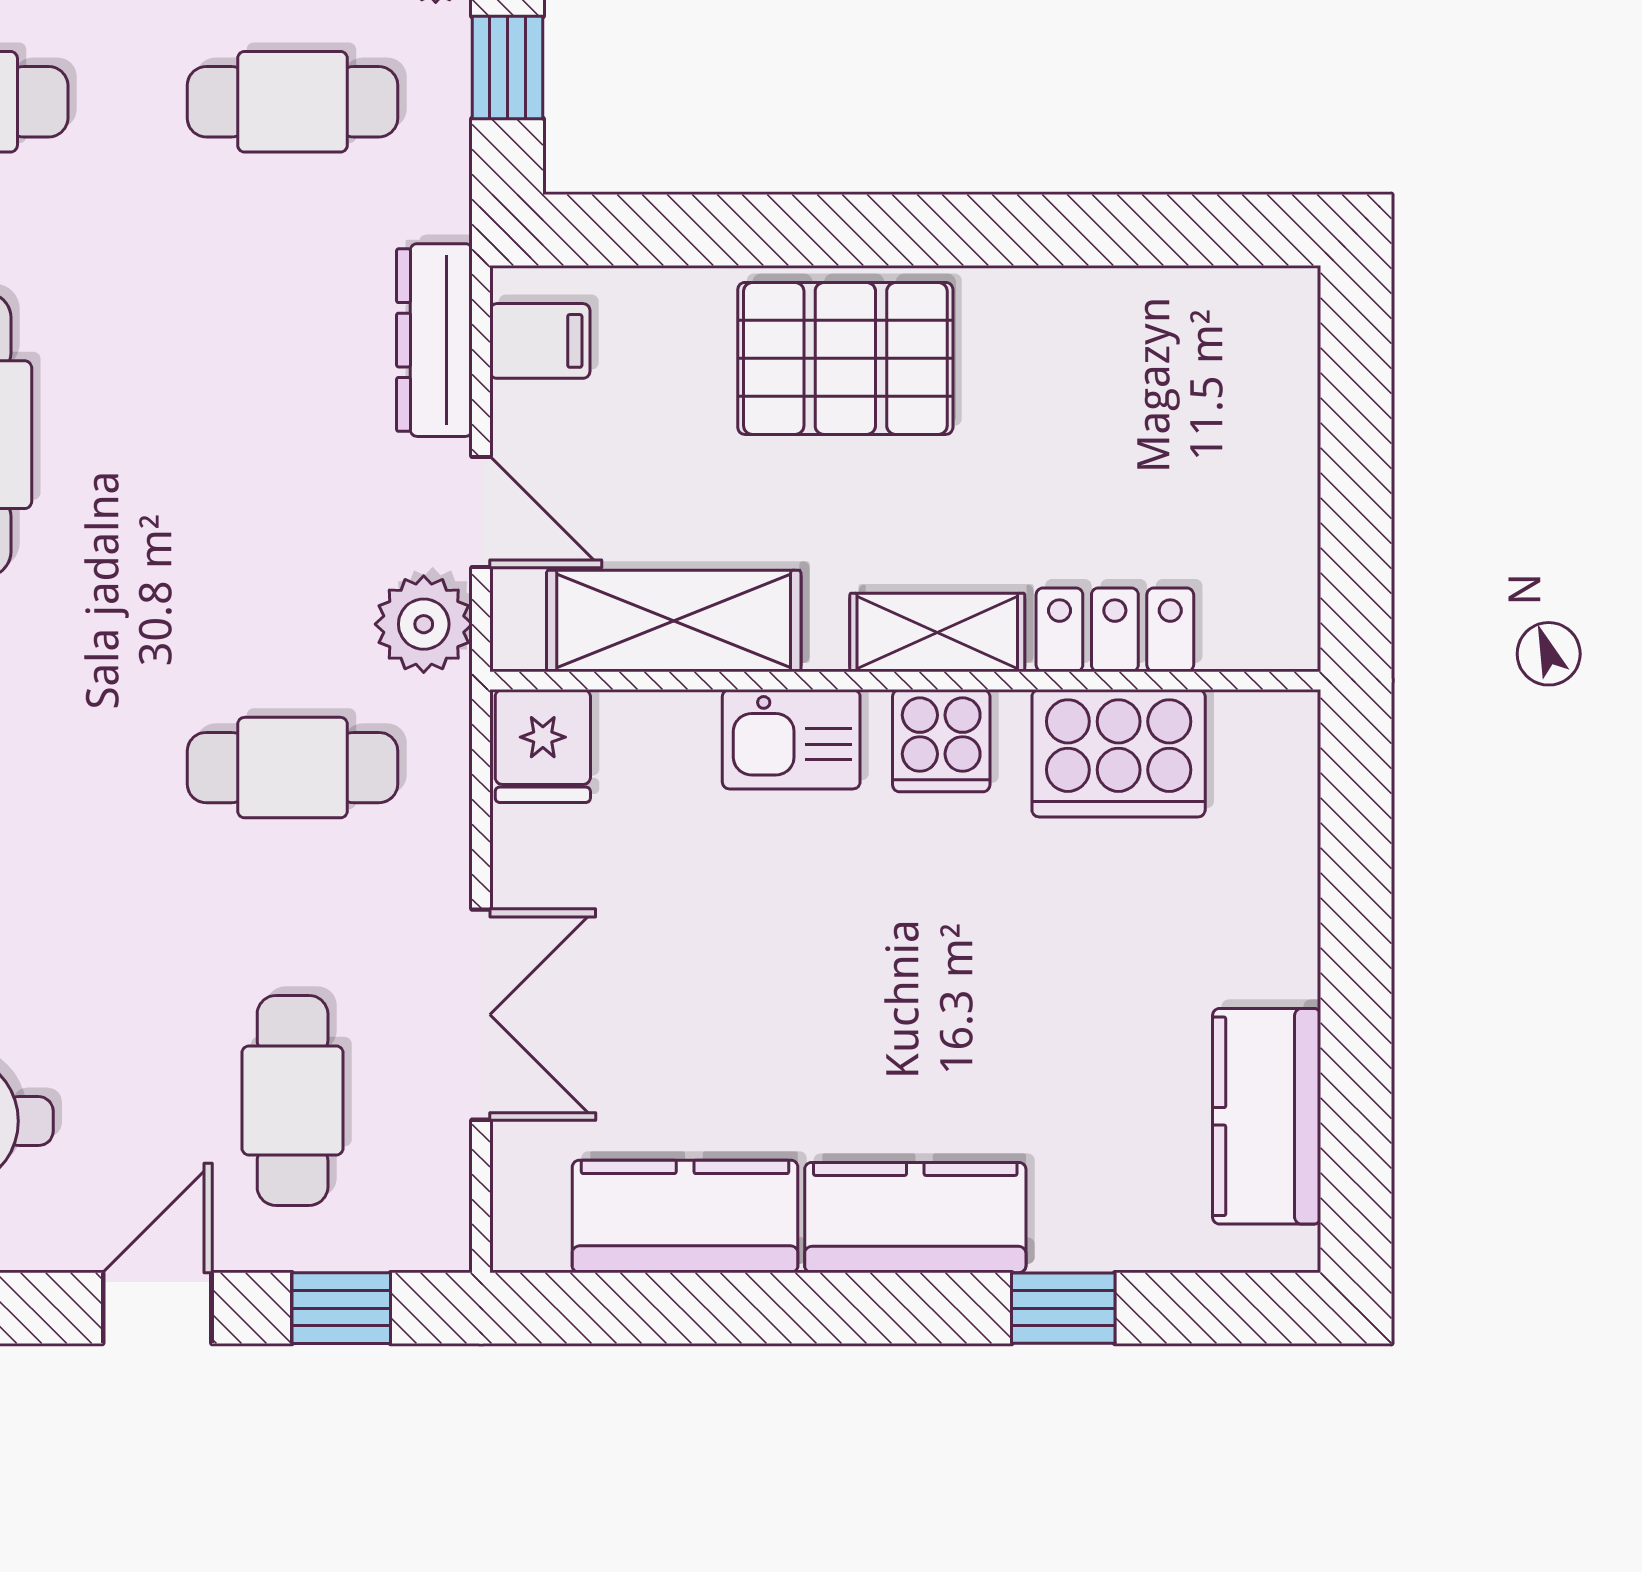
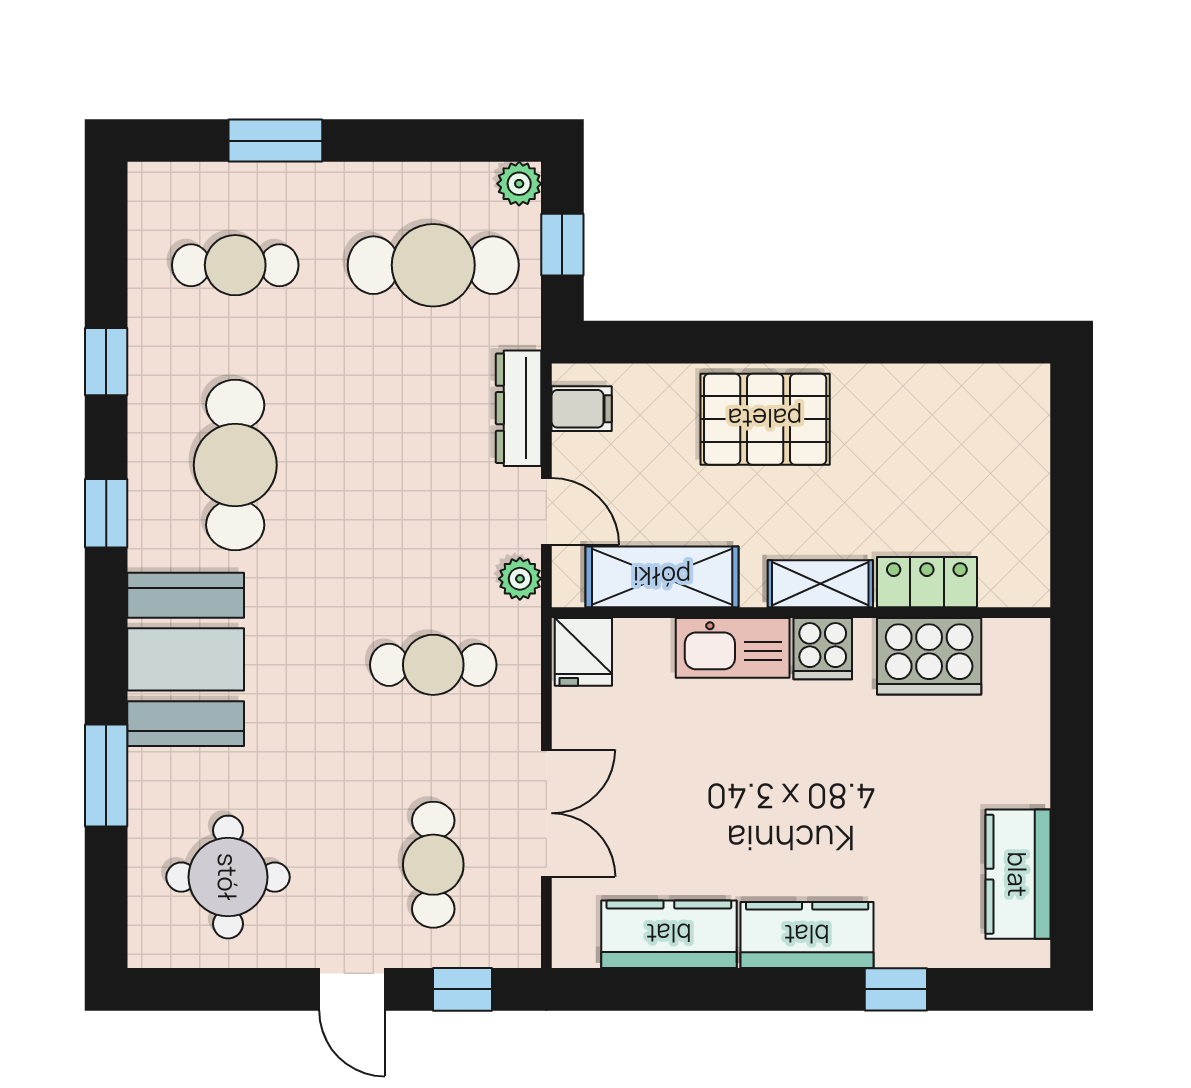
cafe table: (293, 102) -> (433, 265), width x1.37, depth x1.35
plant: (424, 624) -> (520, 579), width x0.73, depth x0.73
kitchen sink: (791, 739) -> (733, 648), width x1.38
door: (157, 1308) -> (352, 989), swing flipped

